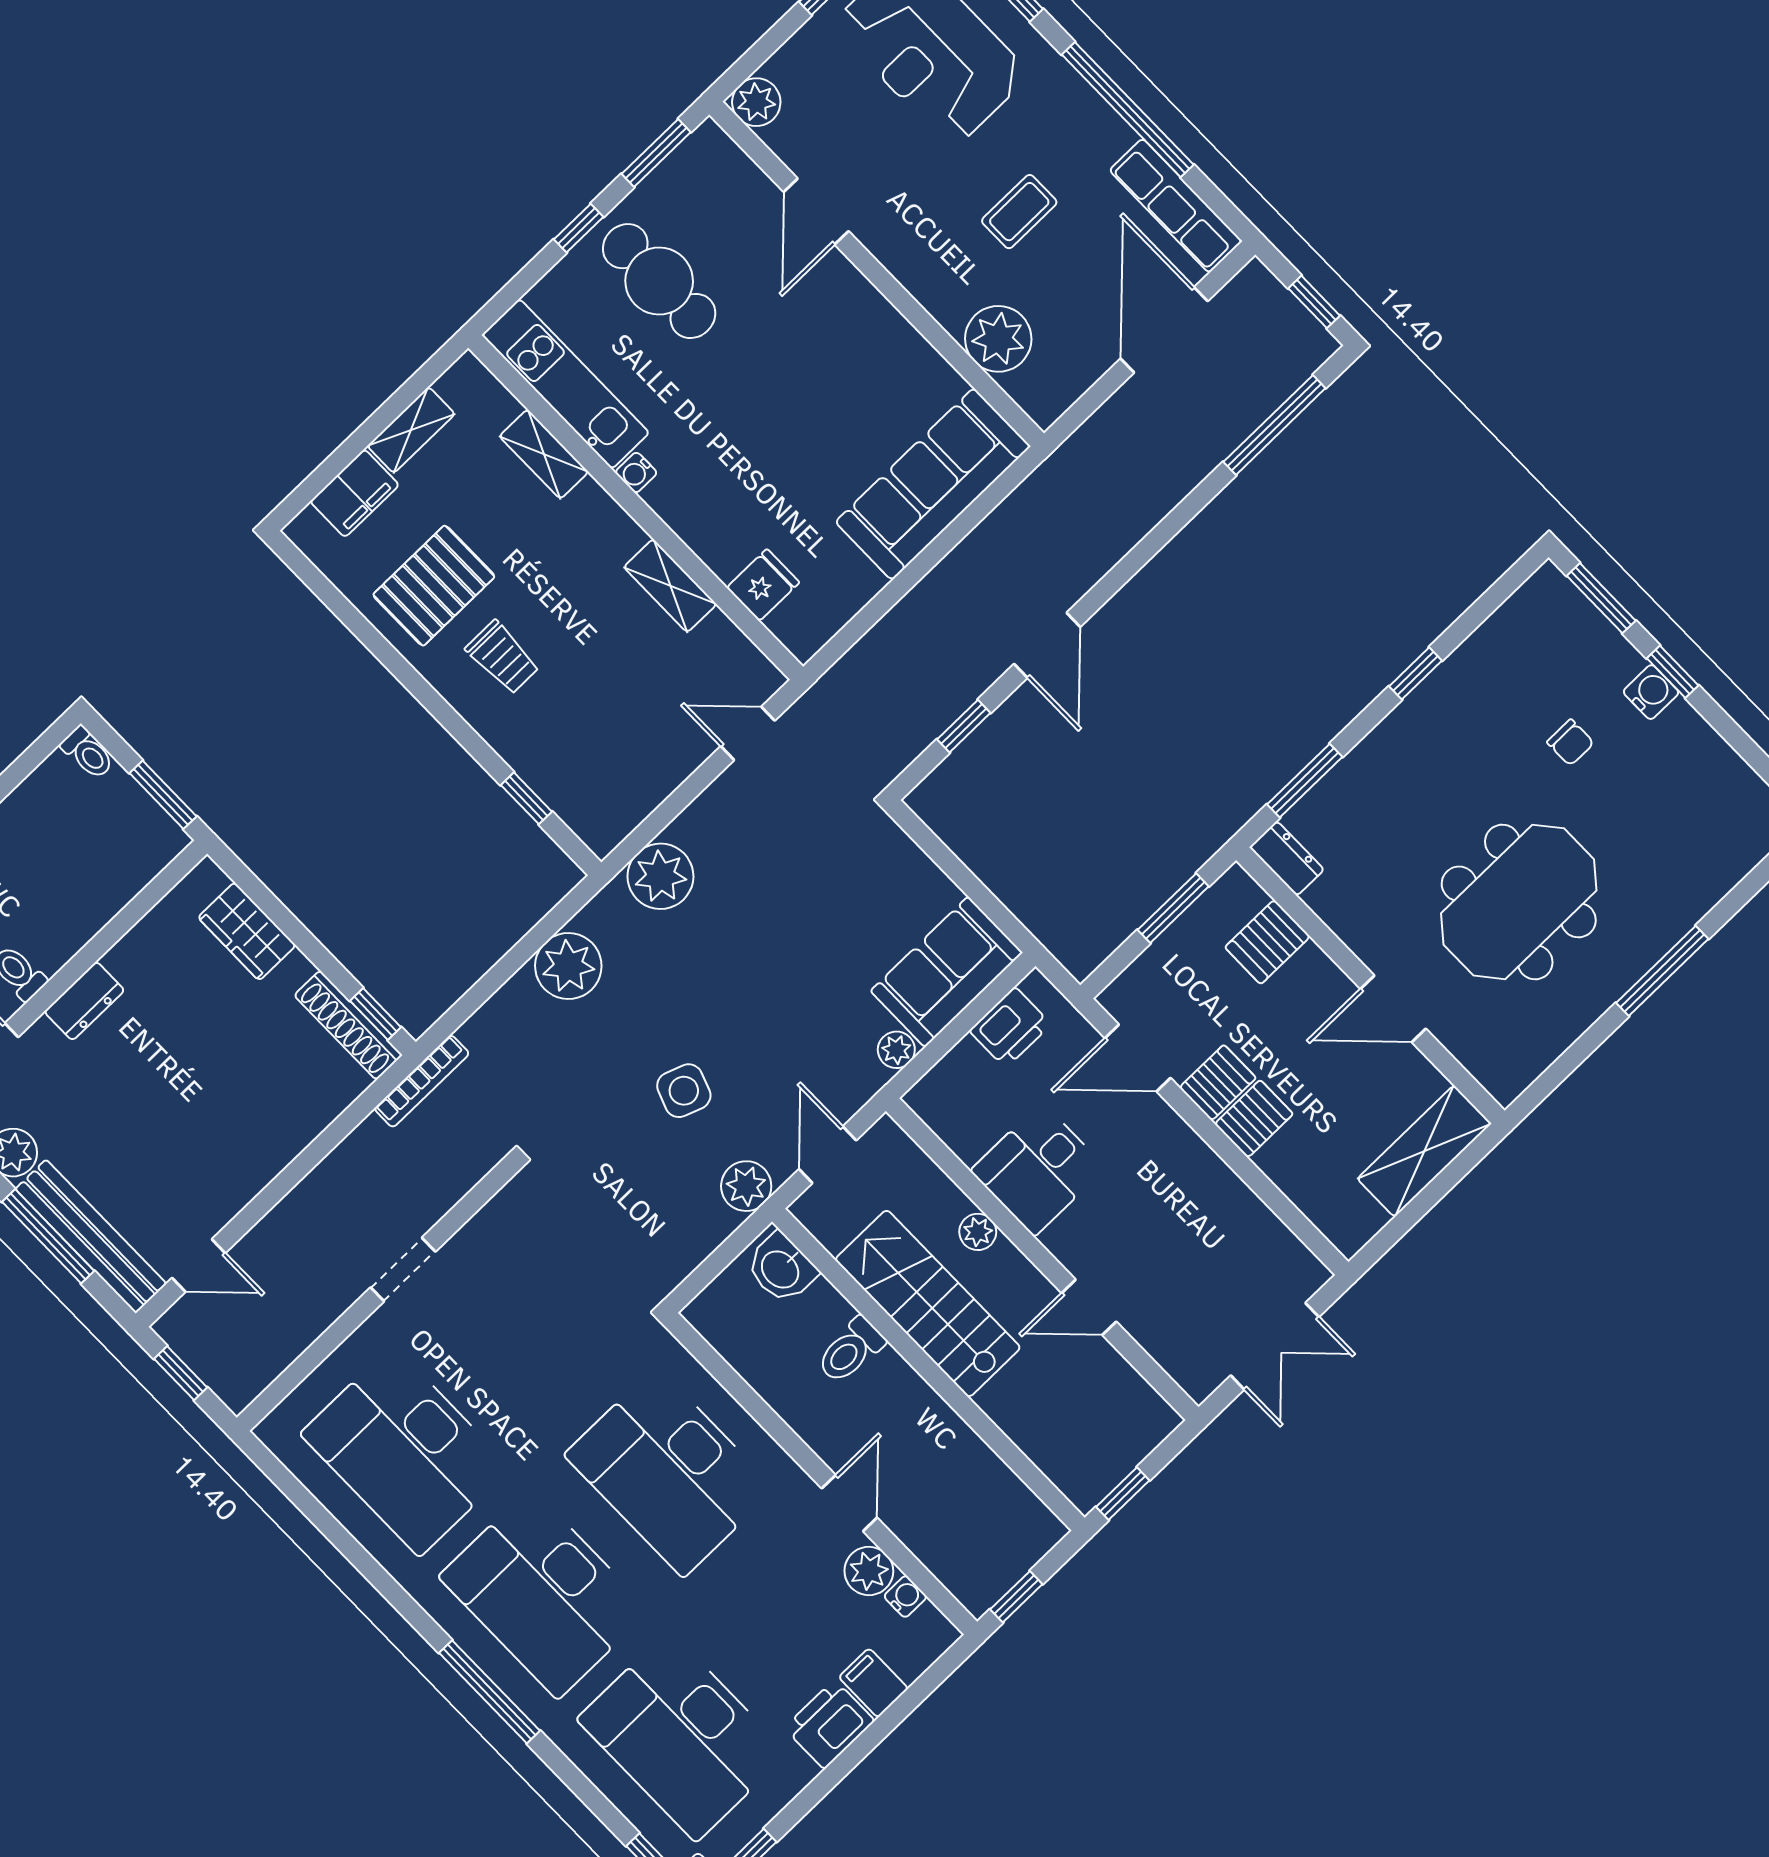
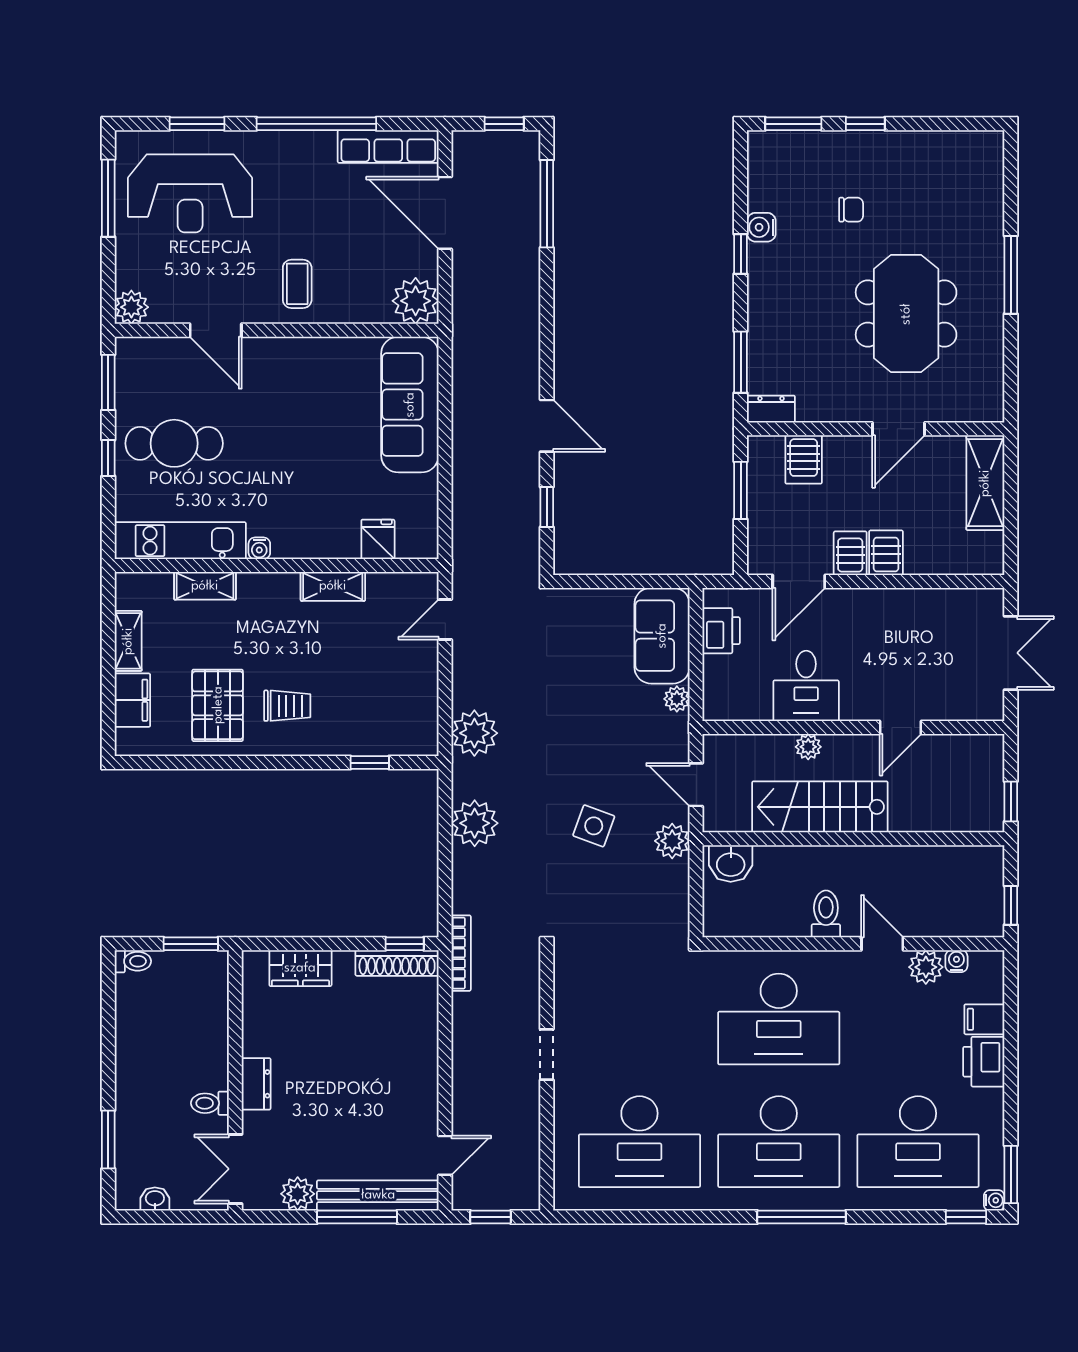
coffee table: (1019, 212) -> (297, 284), moved
plant: (998, 339) -> (416, 301), moved
water cooler: (1651, 692) -> (761, 227), moved, turned -90
toilet: (851, 1350) -> (826, 914), moved, turned 180

